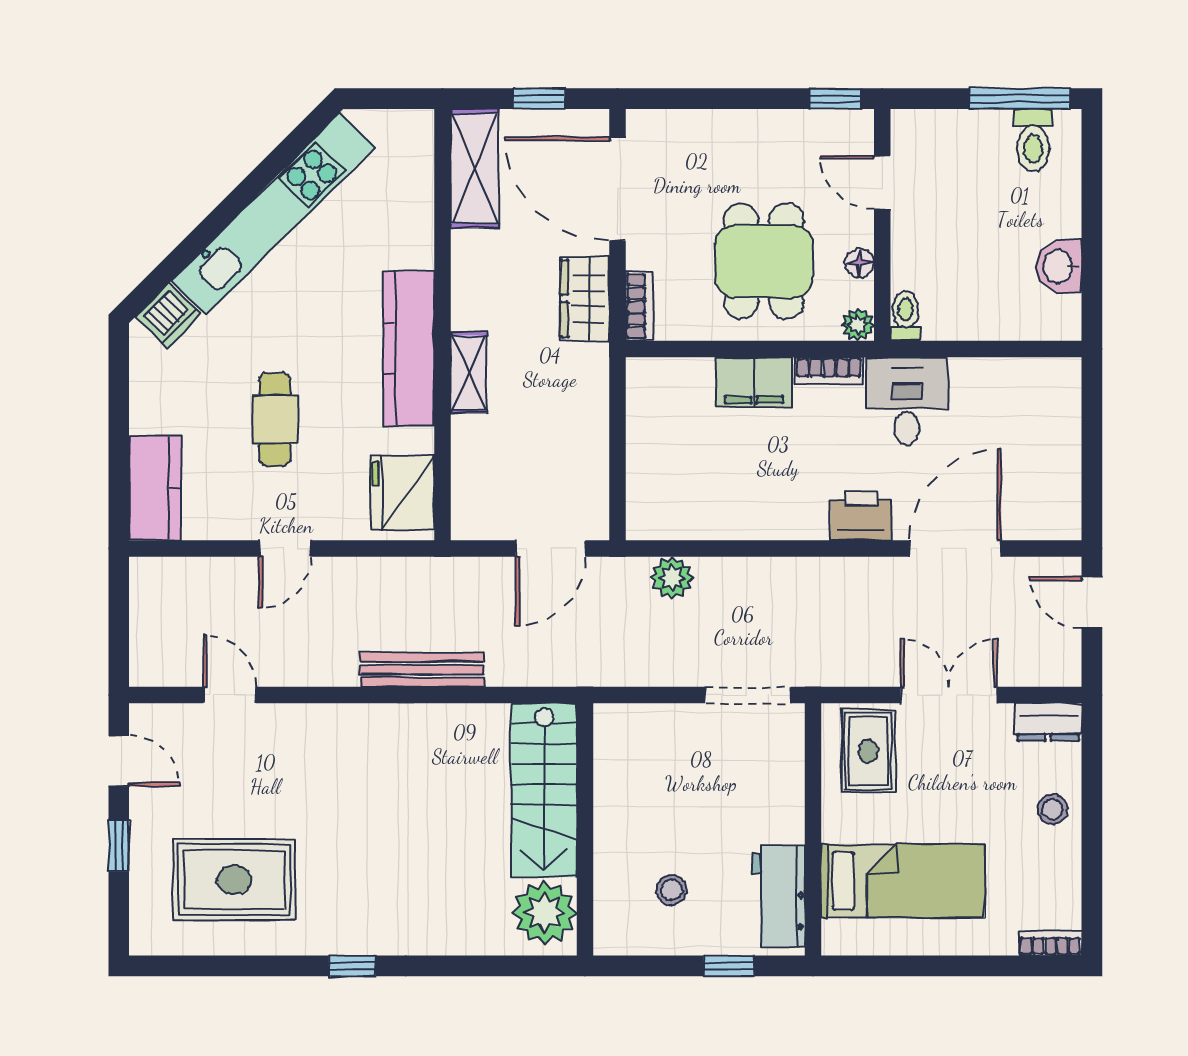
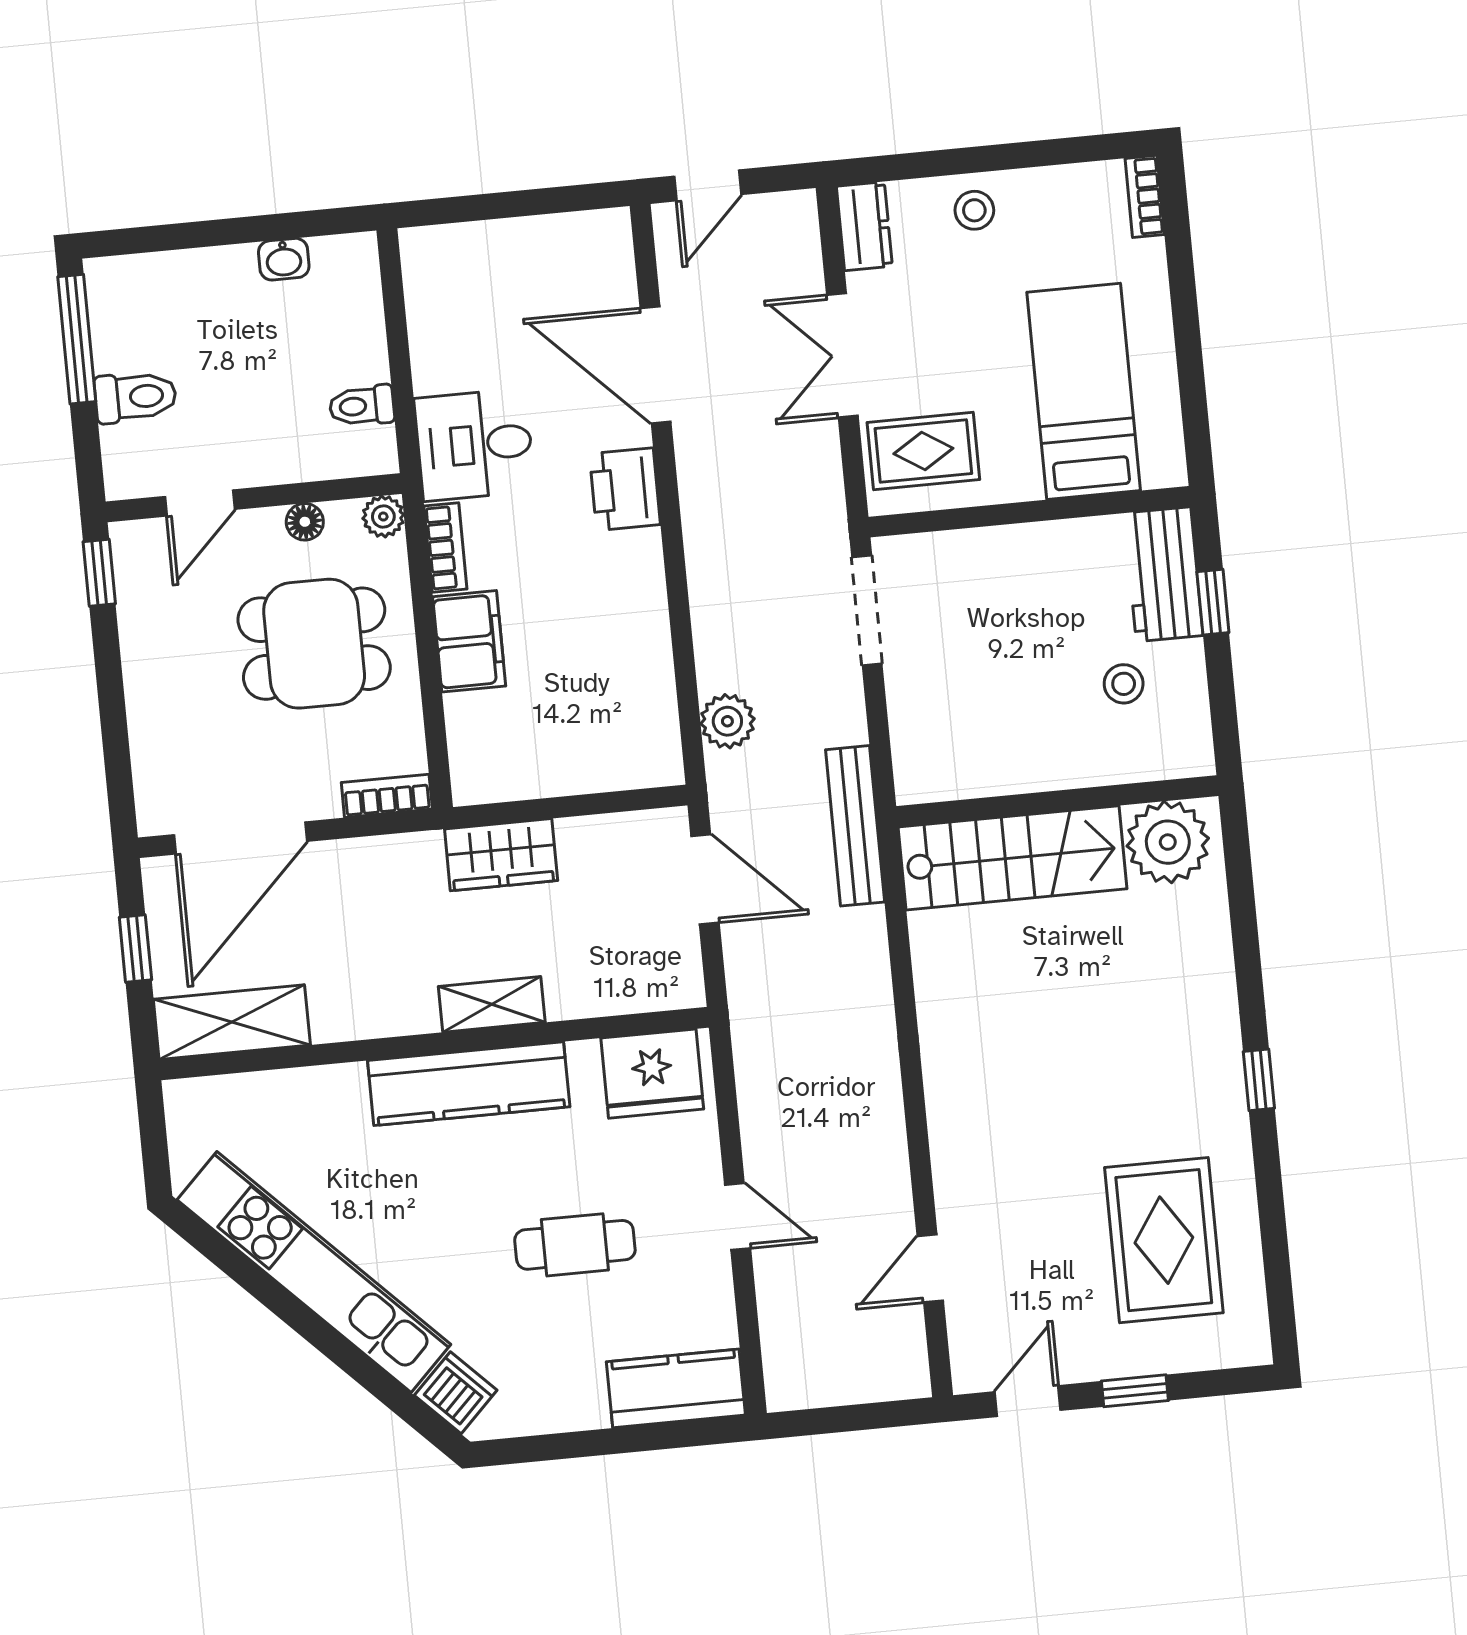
toilet: (1033, 140) -> (135, 397), moved
washbasin: (1059, 266) -> (284, 259), width x0.72, depth x0.69
wardrobe: (585, 299) -> (501, 855), moved
toilet: (906, 316) -> (362, 406), moved
bench: (422, 670) -> (855, 826), moved
workbench: (779, 896) -> (1164, 574), moved, turned 90

